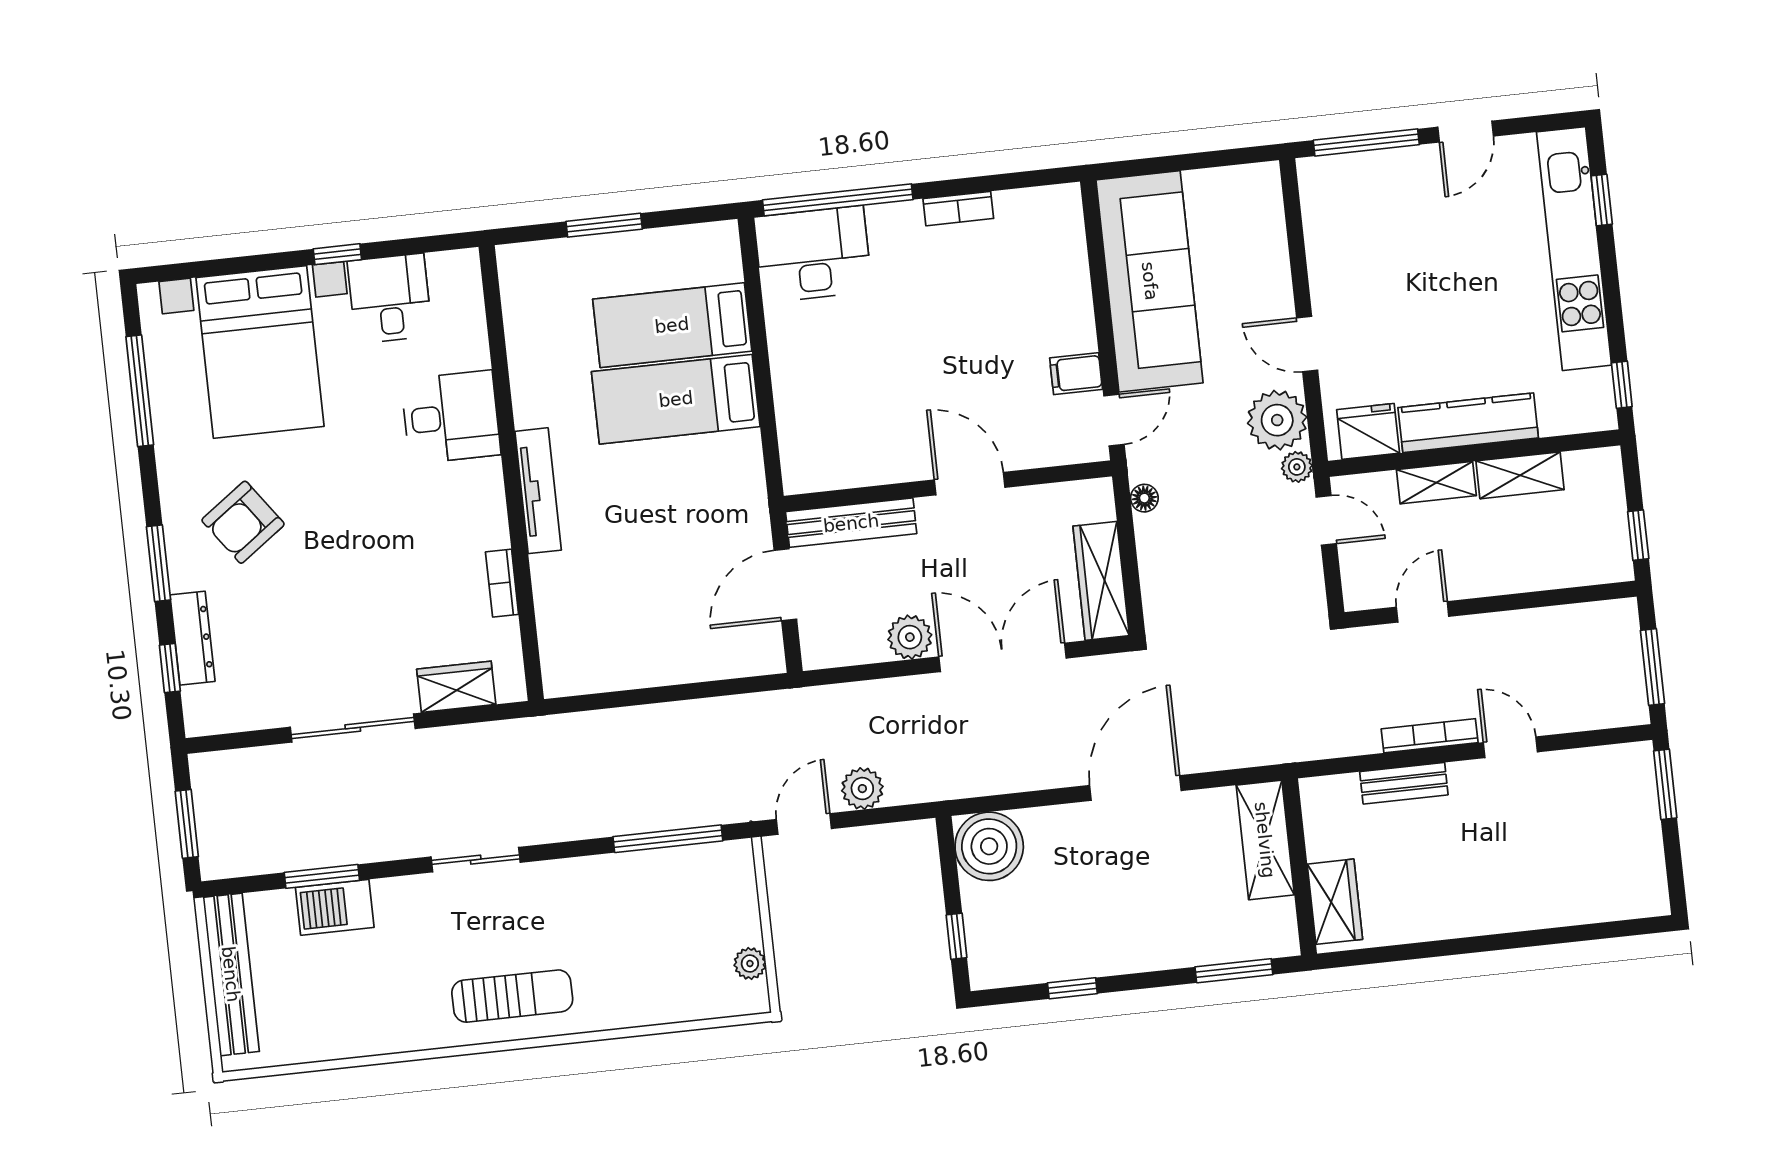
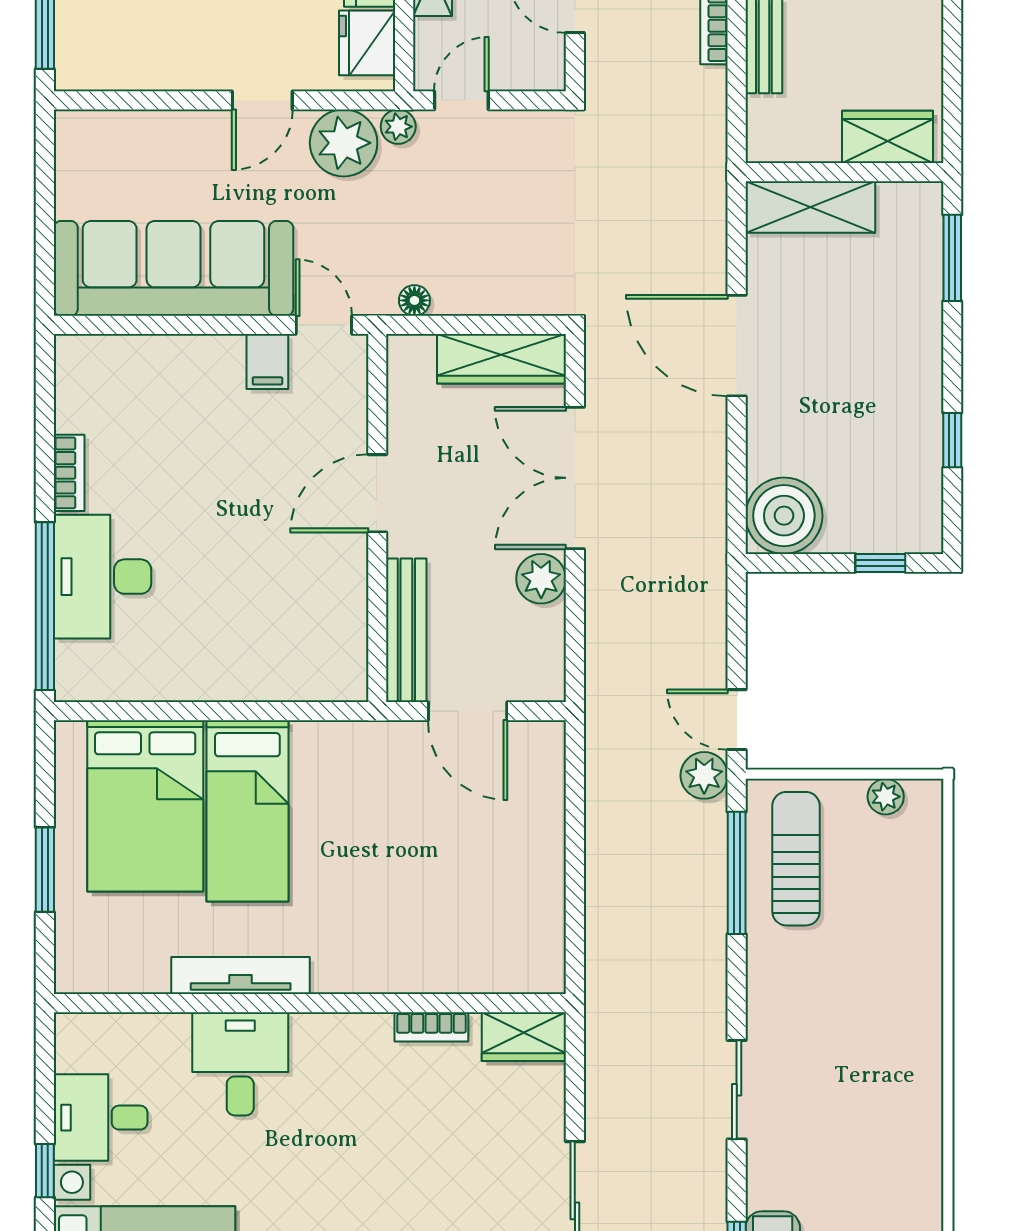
desk: (813, 254) -> (102, 577), moved
bed: (672, 325) -> (145, 806), width x1.50
tv unit: (538, 491) -> (241, 976), moved
wardrobe: (456, 687) -> (524, 1037), moved, turned -90
plant: (862, 789) -> (704, 775), moved
sun lounger: (512, 996) -> (796, 859), moved

